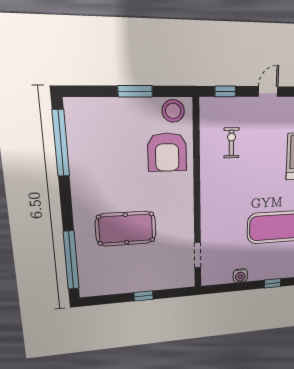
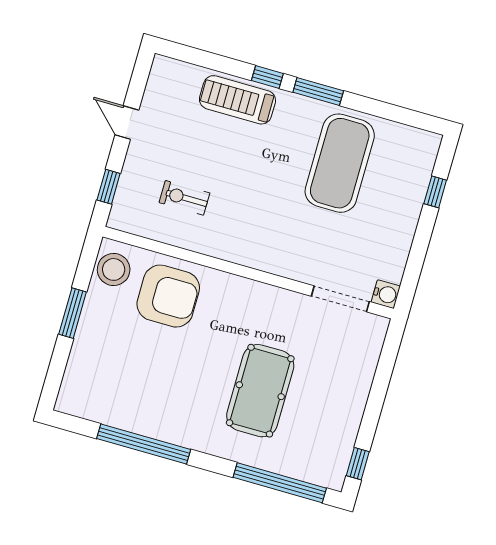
window: (61, 143) -> (144, 444), moved
doorway: (198, 255) -> (340, 299), width x1.38
water cooler: (240, 276) -> (386, 294), moved
window: (143, 296) -> (358, 464), moved

